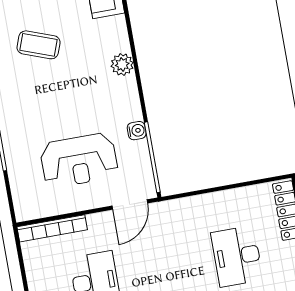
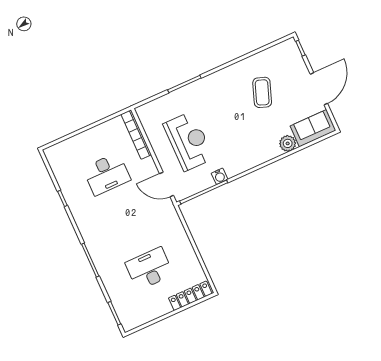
plant: (122, 64) -> (288, 143), moved
reception desk: (79, 160) -> (188, 141), turned 180

